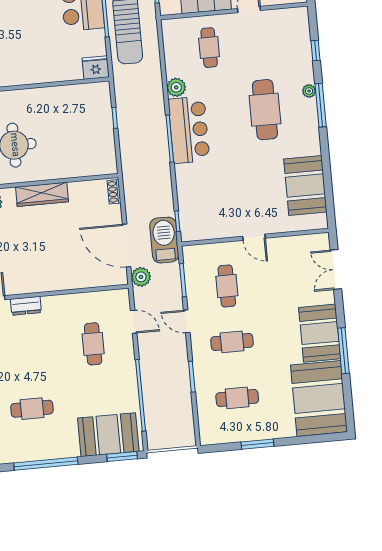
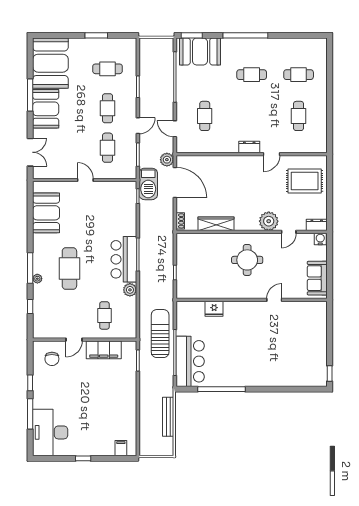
fridge: (96, 68) -> (214, 309), moved
wardrobe: (42, 194) -> (216, 224), moved
door: (187, 321) -> (138, 126), hinge flipped
cafe table: (232, 342) -> (108, 108), turned 90

